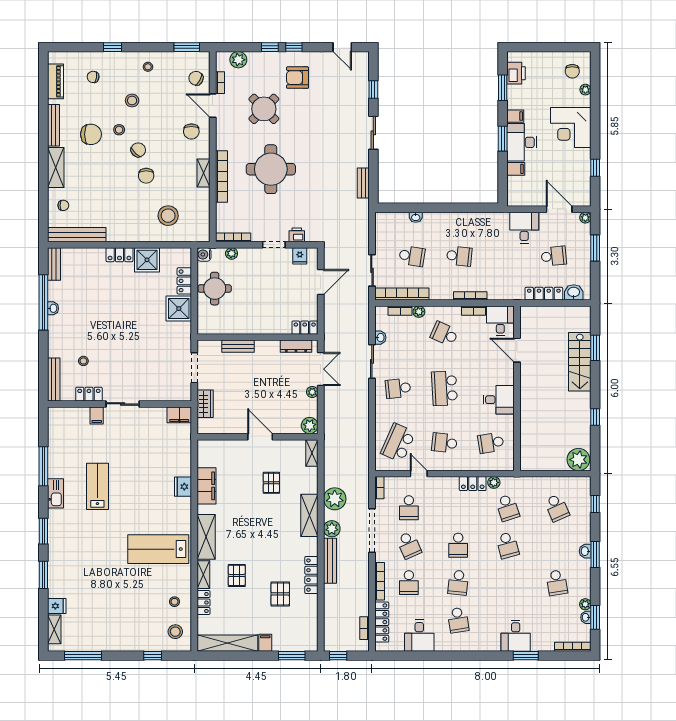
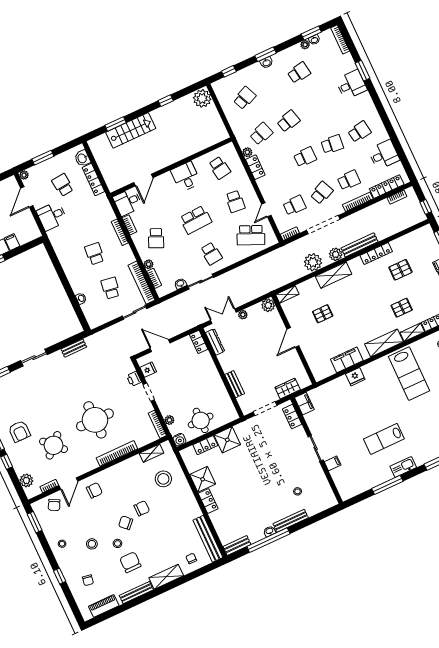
shelving: (203, 173) -> (152, 453), moved
bench: (54, 379) -> (291, 521), moved
locker: (89, 394) -> (292, 417), moved

